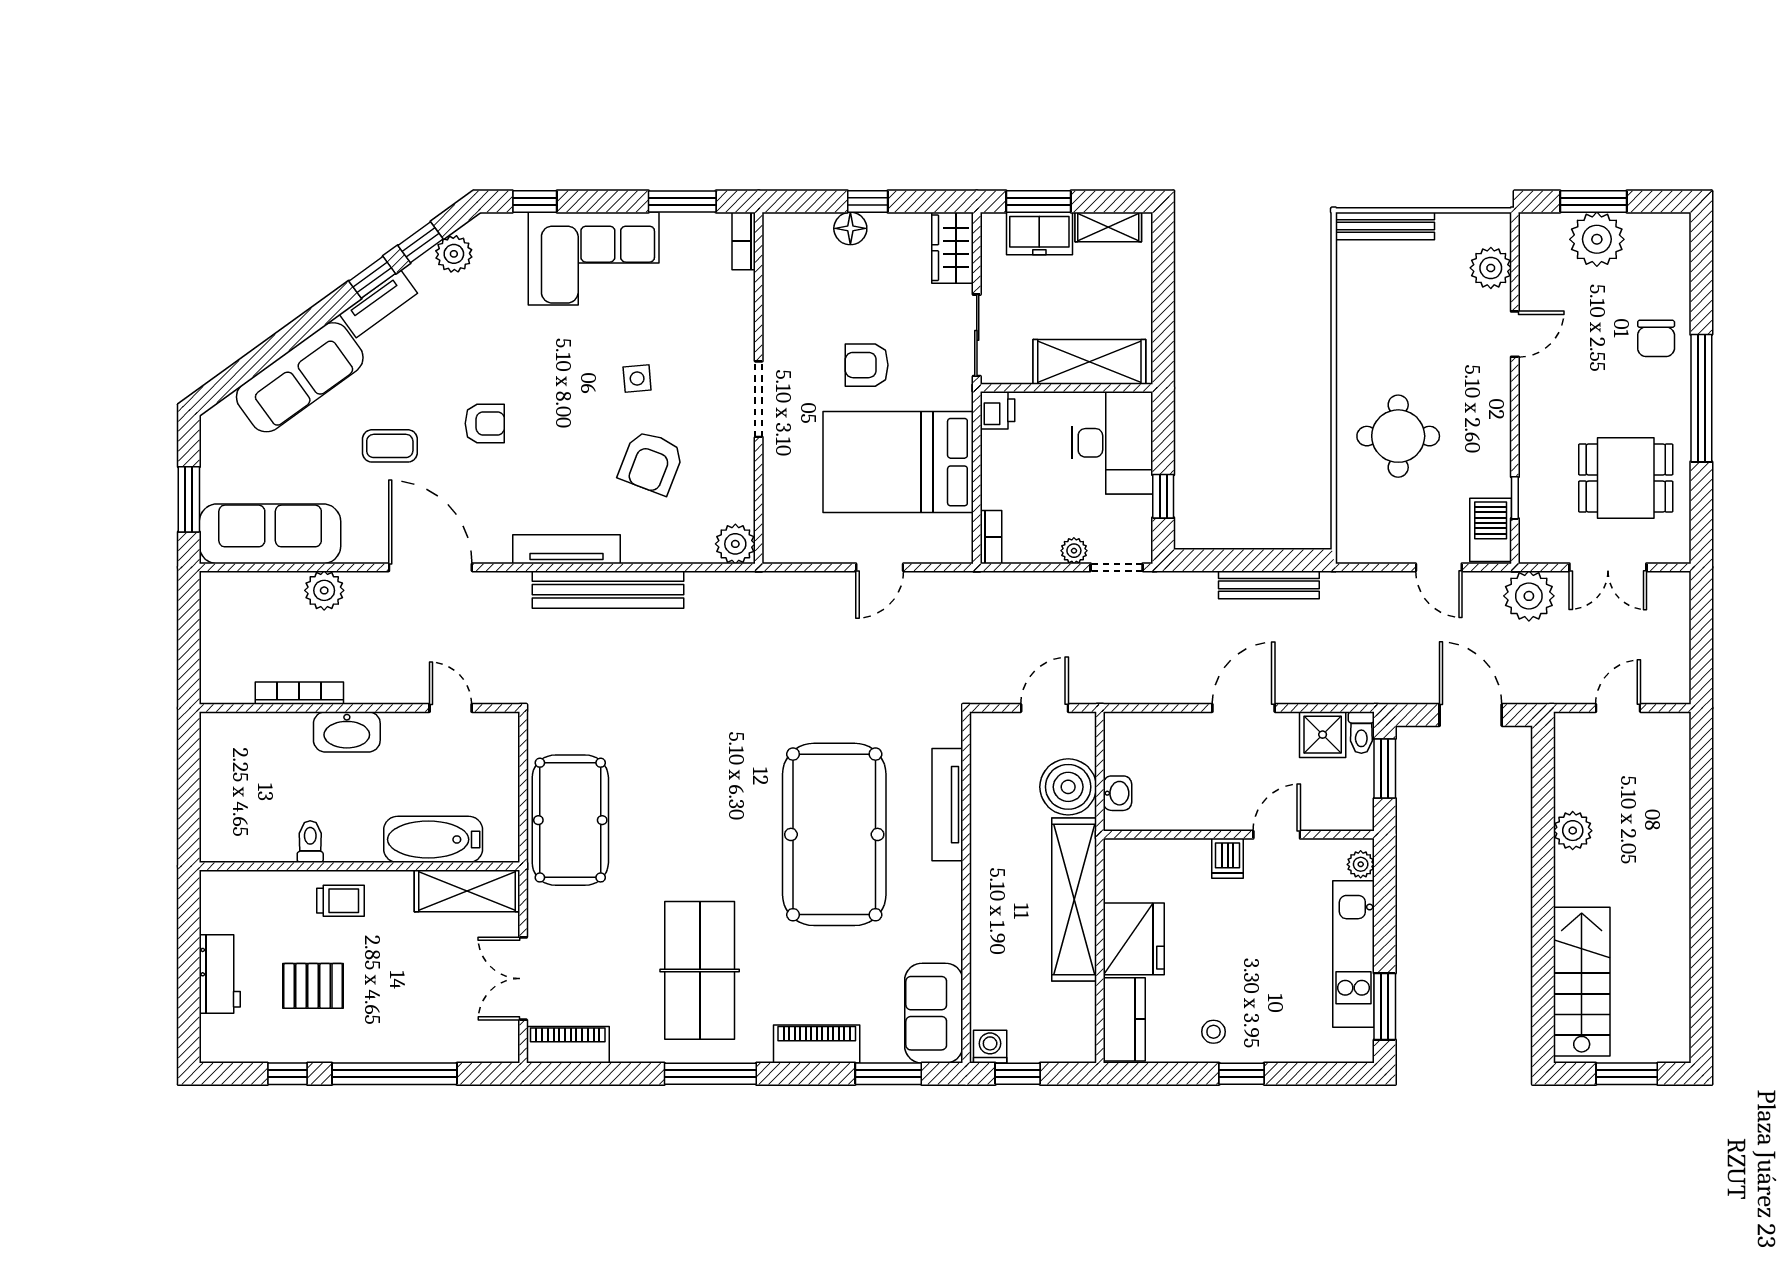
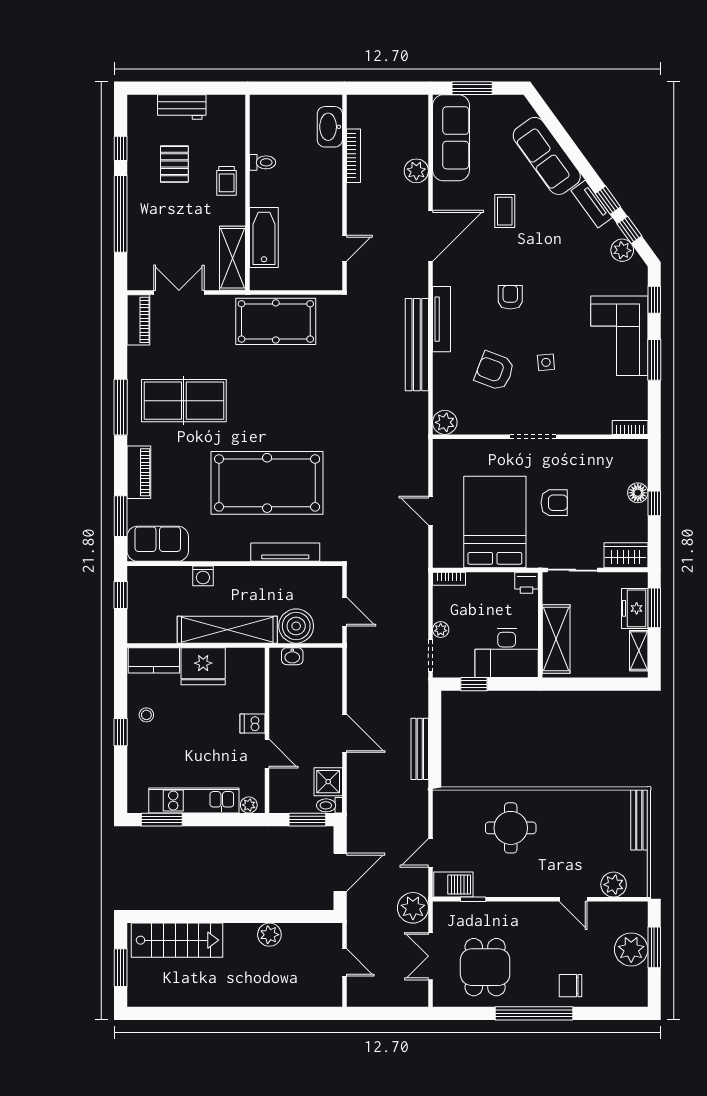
window: (682, 202) -> (654, 360), moved
armchair: (867, 365) -> (554, 503), turned 90
armchair: (485, 423) -> (510, 297), moved, turned 180
washbasin: (347, 732) -> (330, 127), moved
washing machine: (990, 1047) -> (203, 576), moved, turned 90

